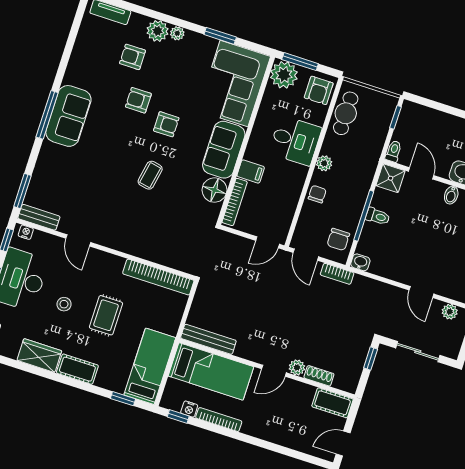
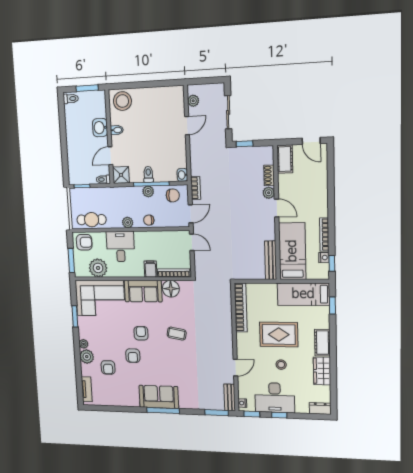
plant: (284, 75) -> (98, 268), moved
plant: (355, 208) -> (148, 191), added
rug: (106, 315) -> (279, 334), width x1.36, depth x1.43

